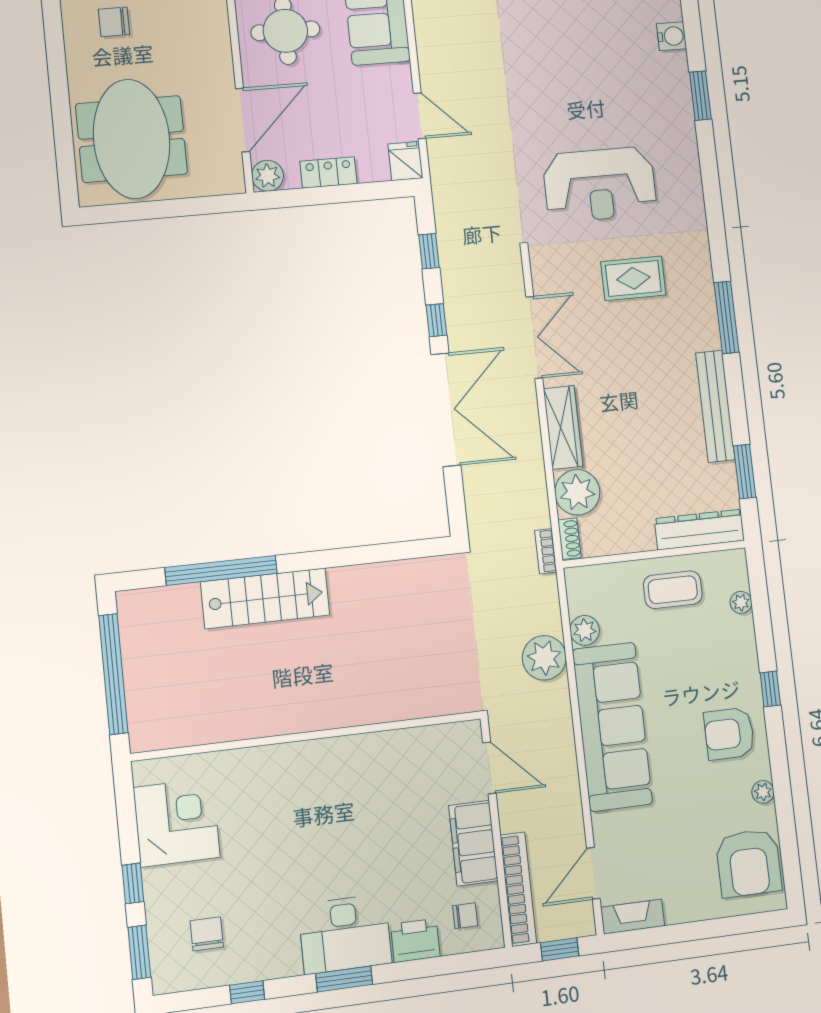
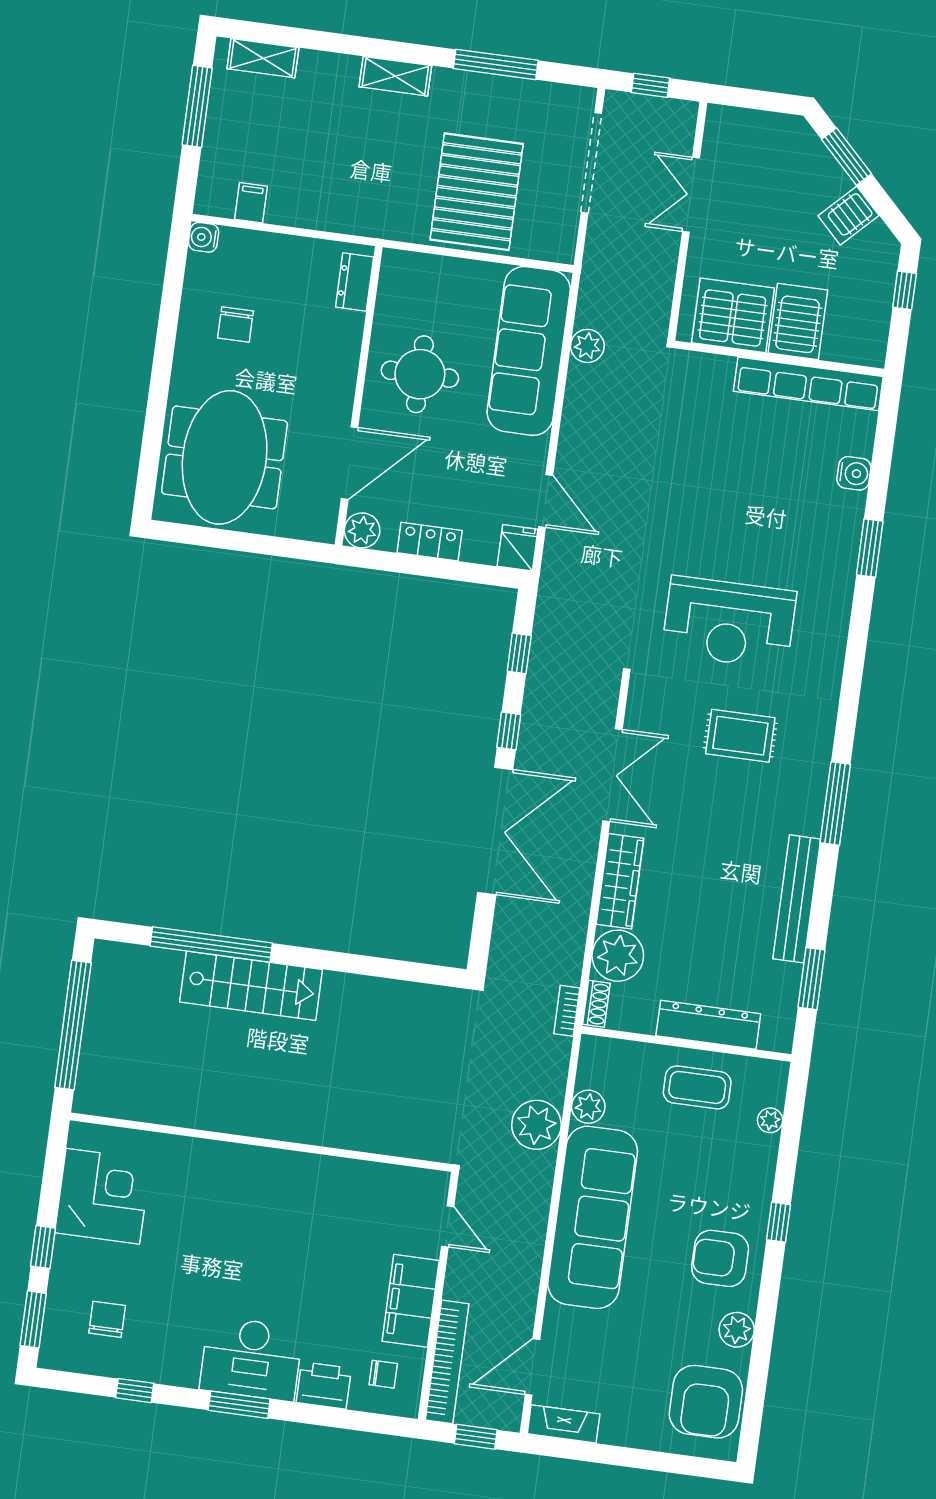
chair: (114, 22) -> (235, 324), turned -90
dresser: (700, 530) -> (708, 1025), moved
door: (489, 768) -> (448, 1226), width x0.73
plant: (763, 792) -> (737, 1330), width x1.38, depth x1.38

